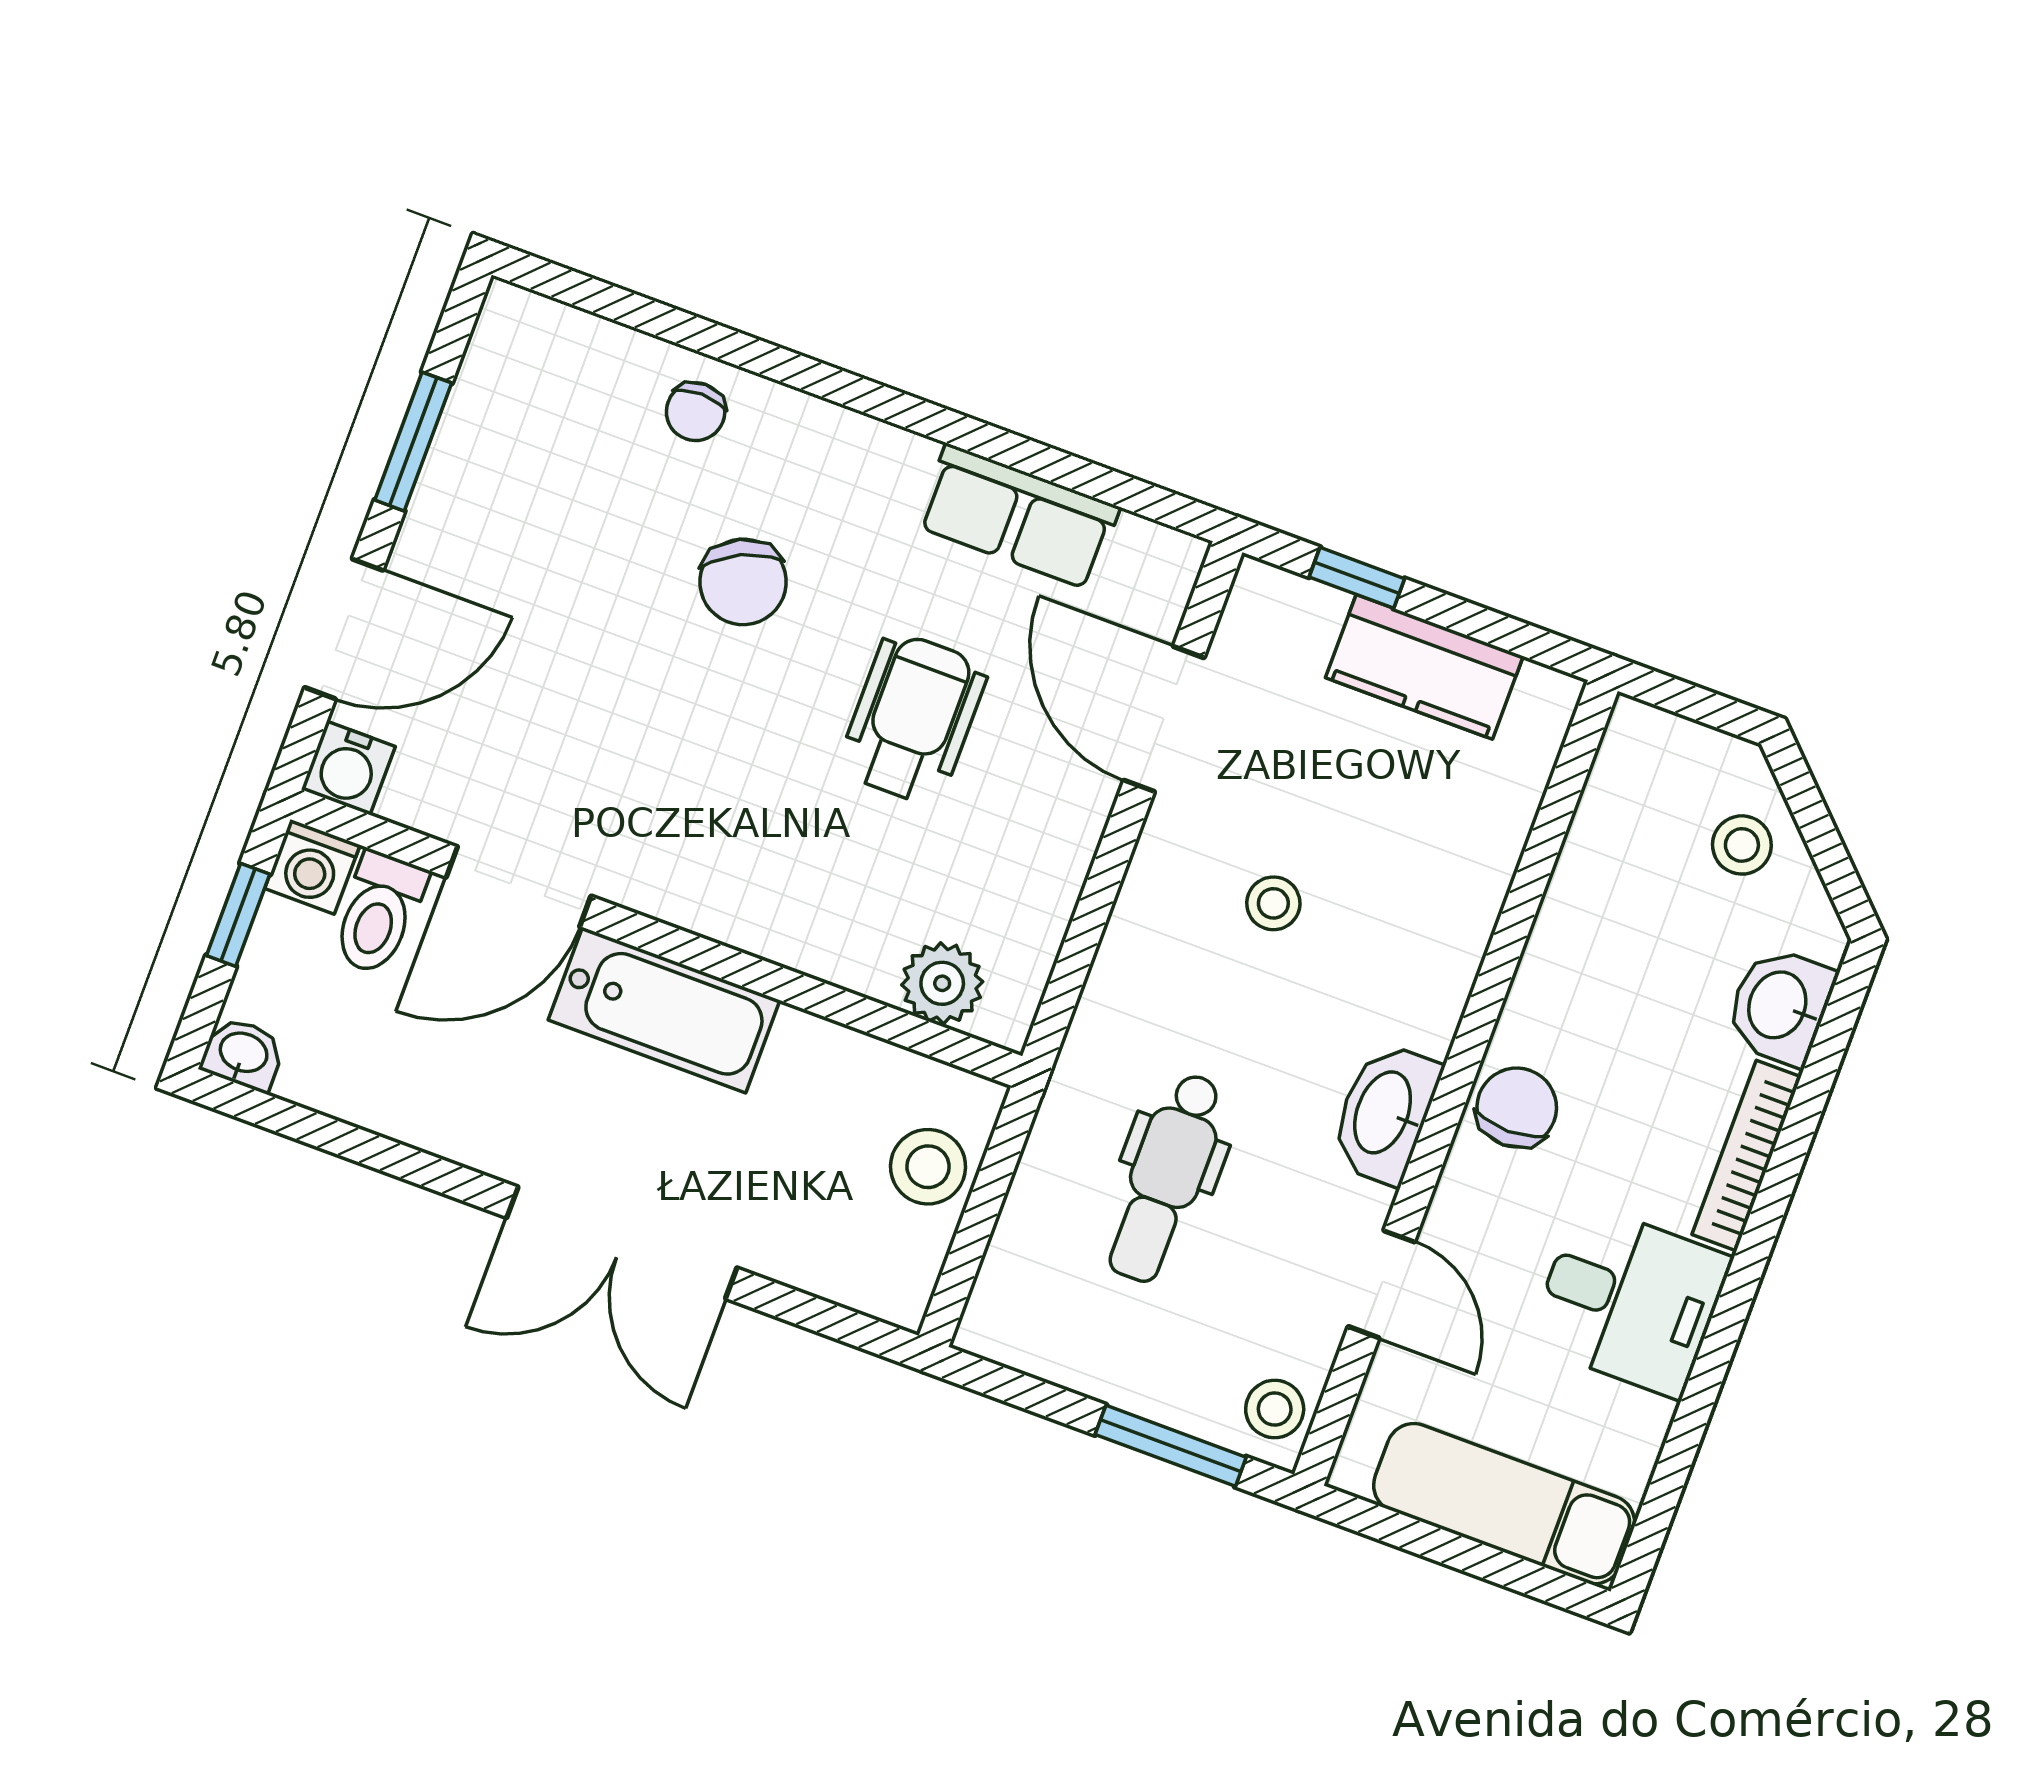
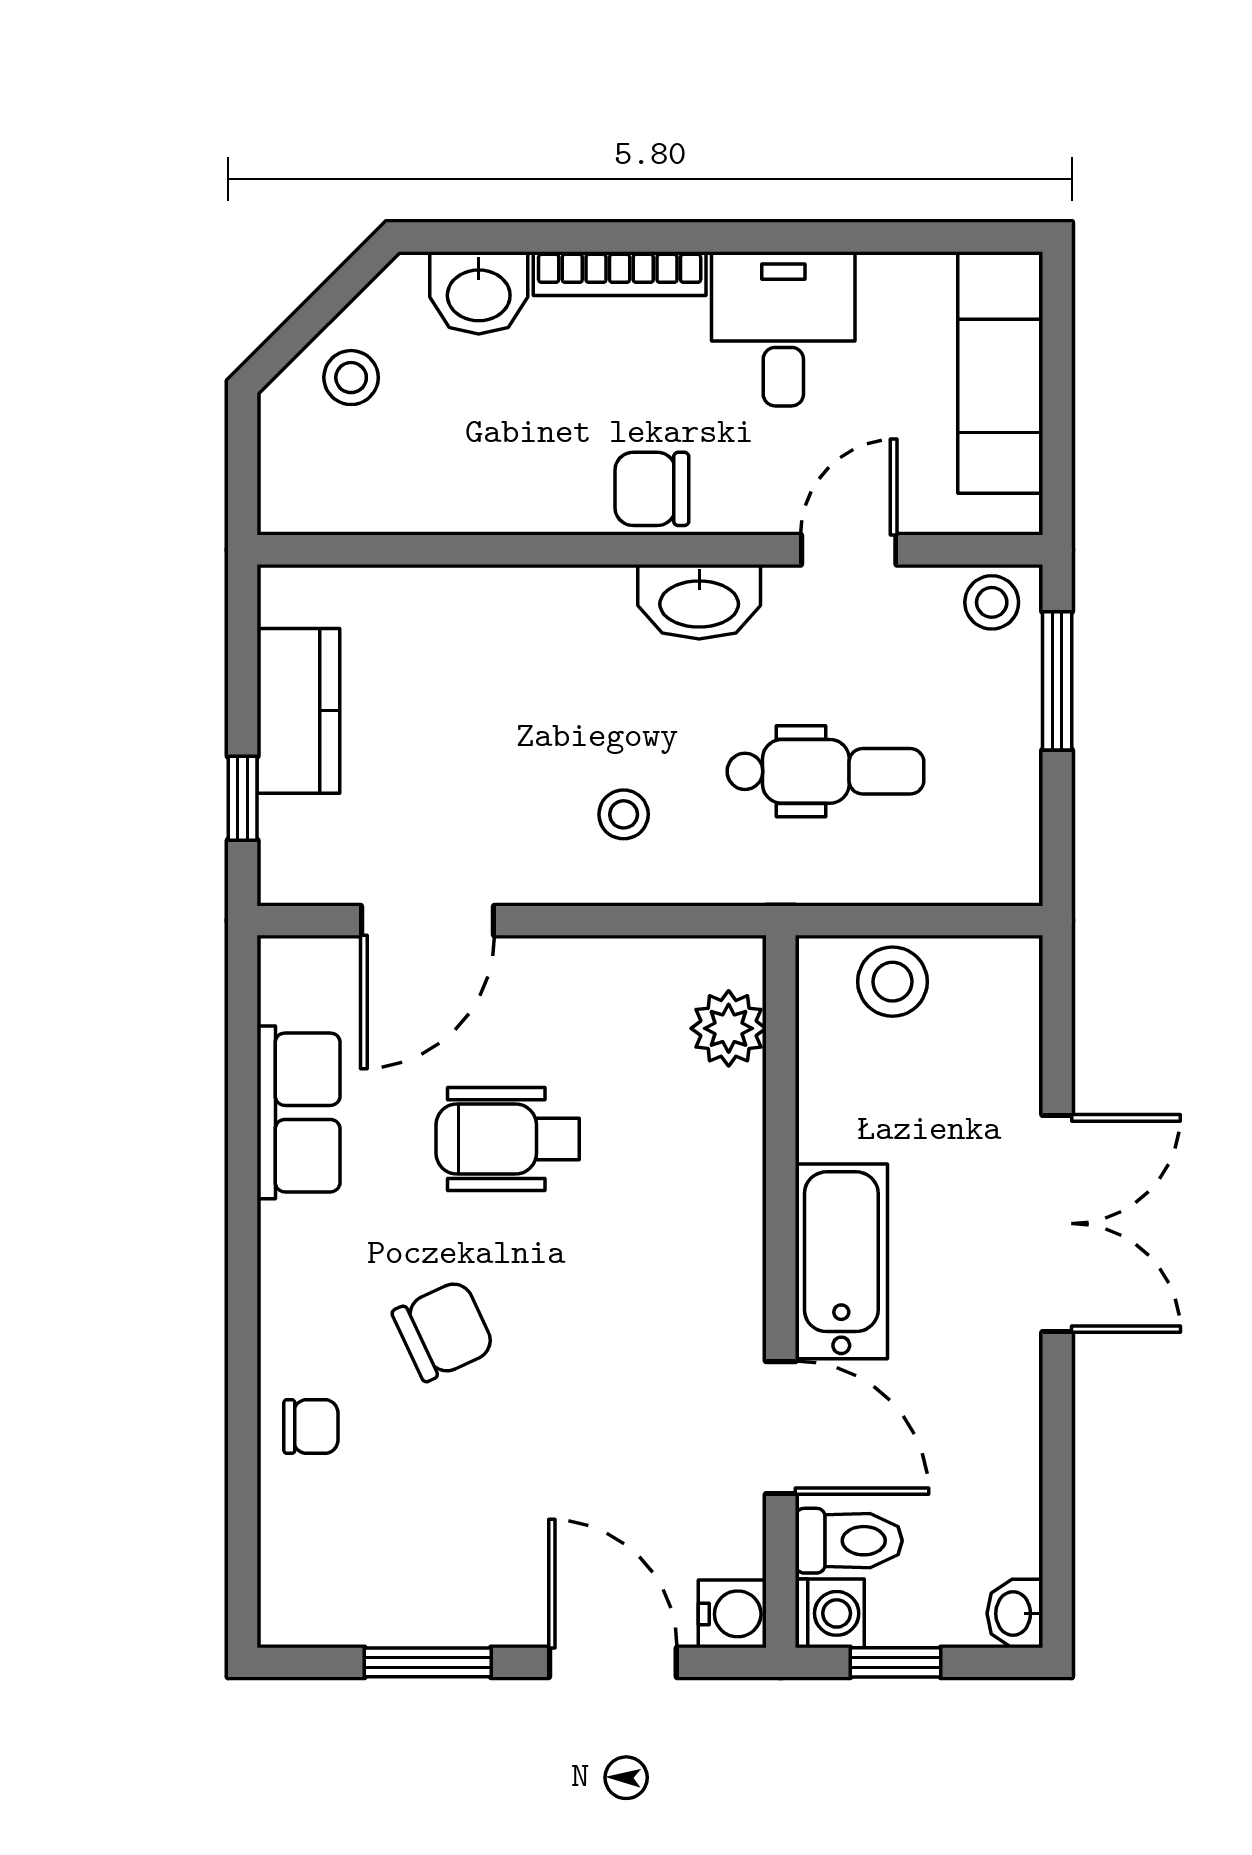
stool: (1273, 903) -> (624, 814), moved

